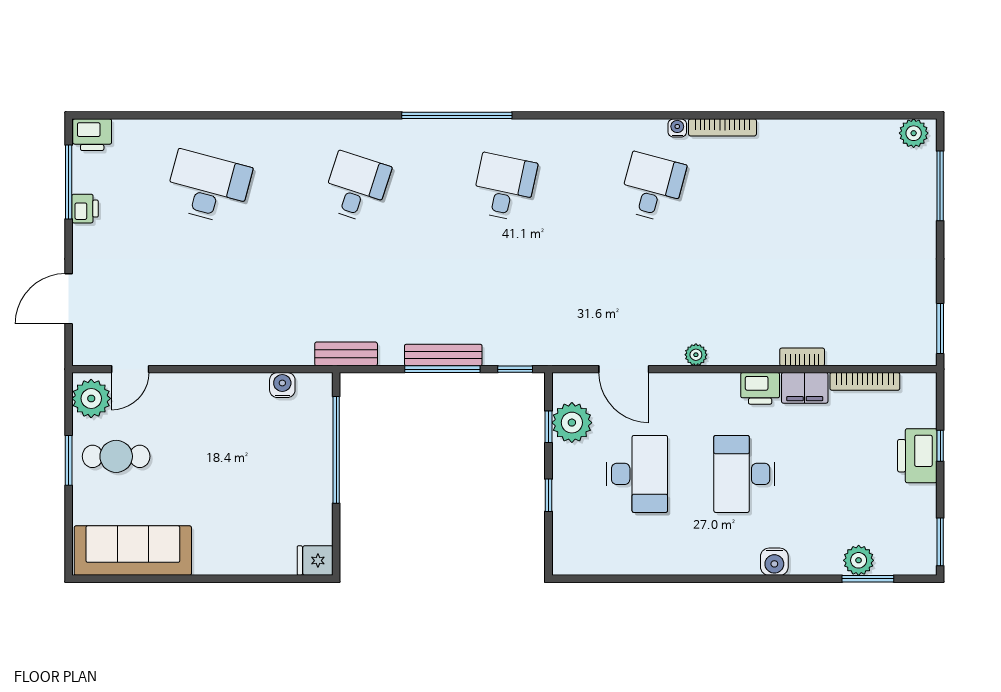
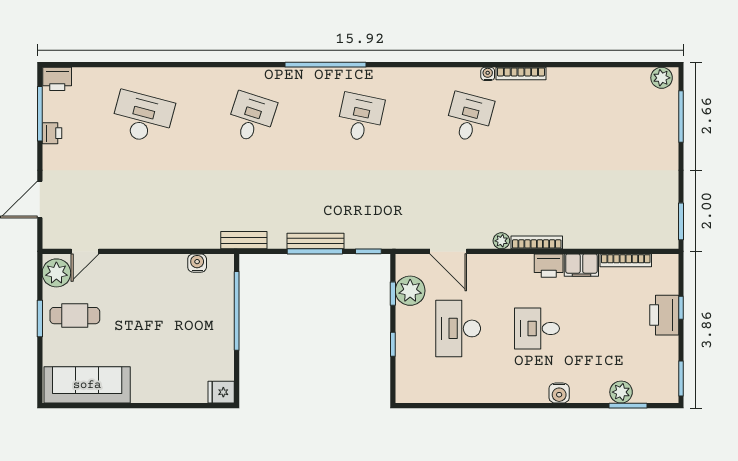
bookcase: (802, 357) -> (537, 242), moved, width x1.56
desk: (637, 474) -> (458, 328), turned 180
desk: (744, 474) -> (537, 328), width x0.73

